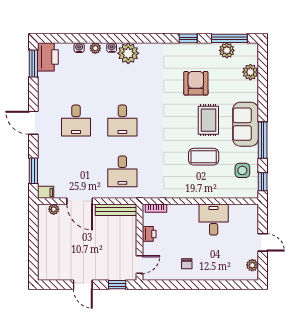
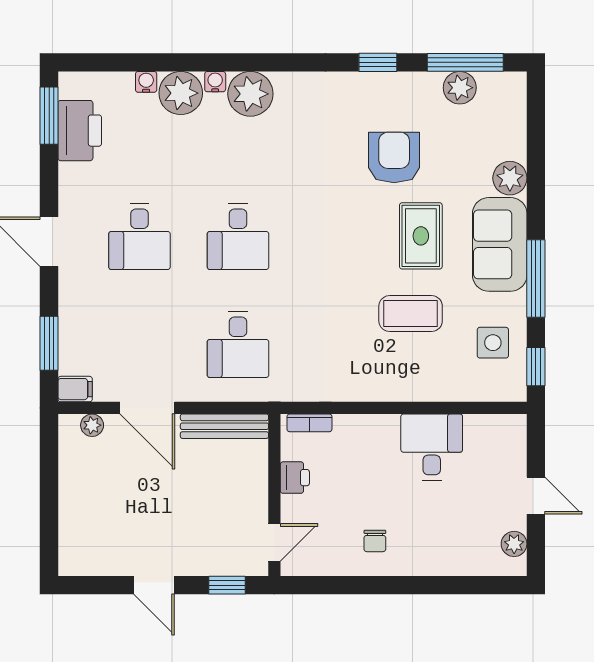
plant: (95, 48) -> (181, 93), width x1.87, depth x1.87
printer: (48, 57) -> (80, 131), moved
plant: (250, 72) -> (510, 178), moved

